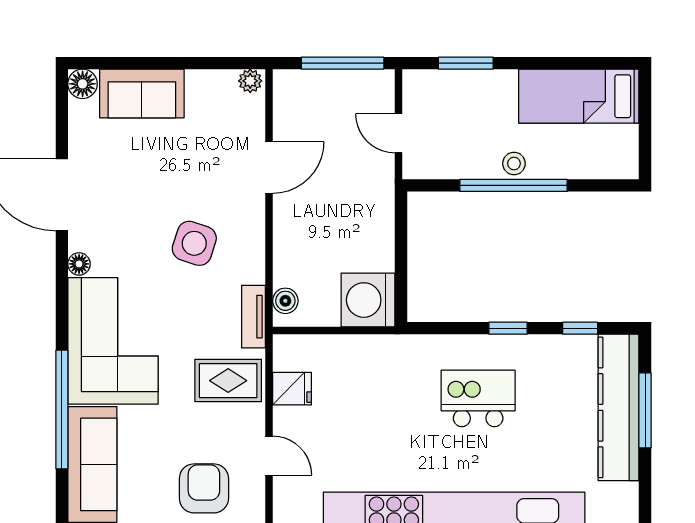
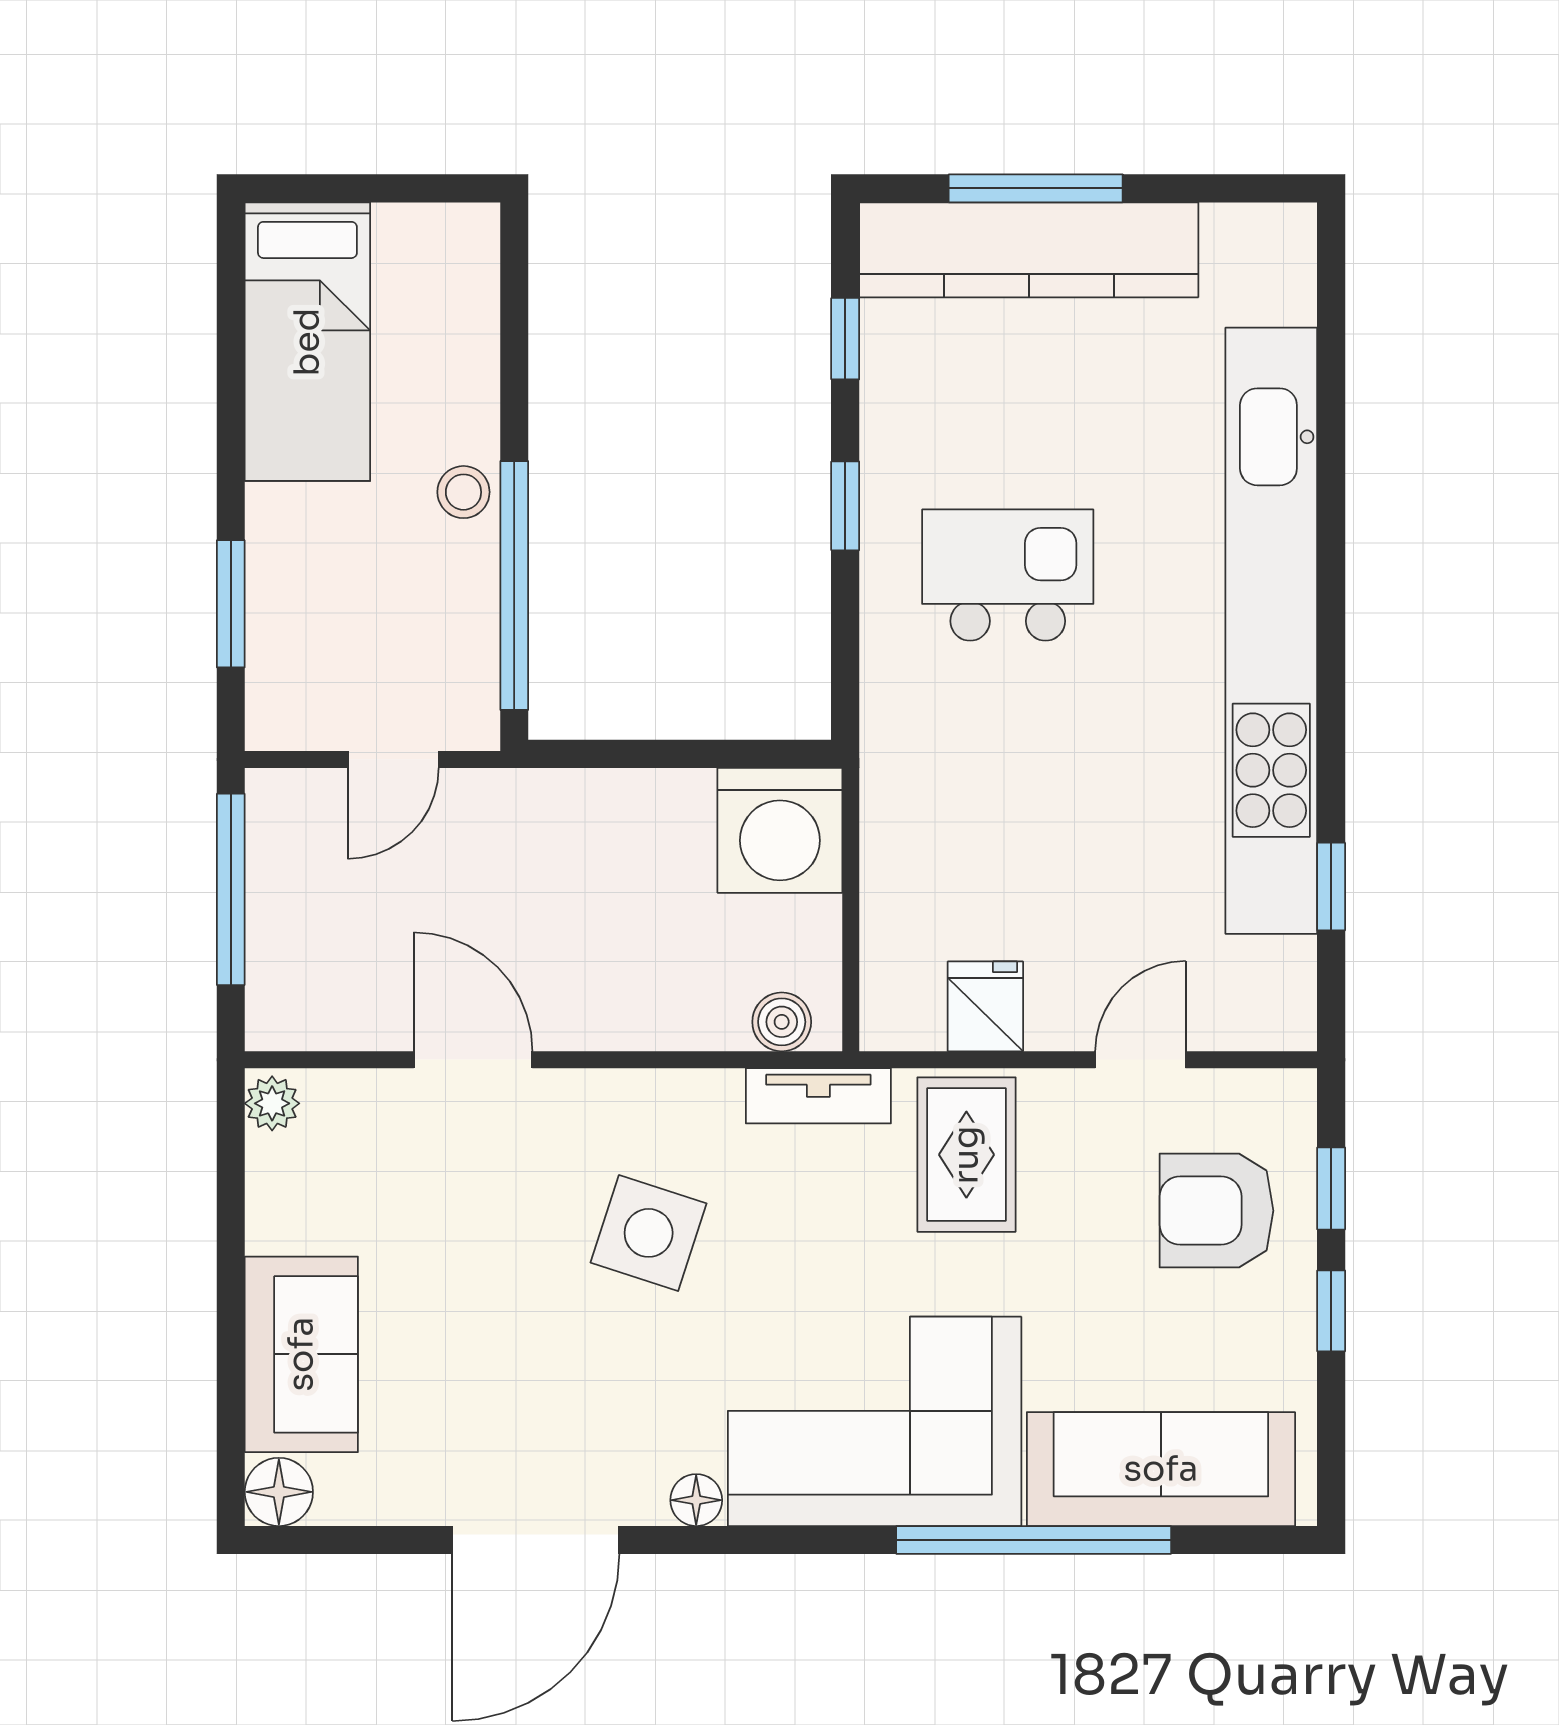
window: (514, 185) -> (514, 585), moved
kitchen island: (478, 398) -> (1008, 575), turned 90

